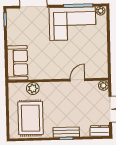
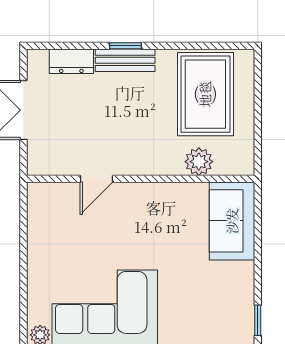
plant: (103, 85) -> (38, 164), removed
dresser: (100, 131) -> (71, 61), moved

